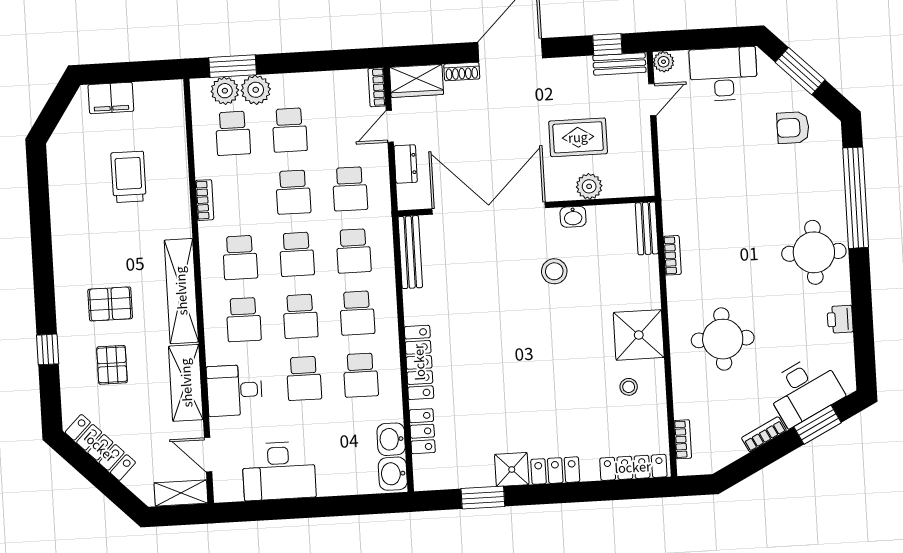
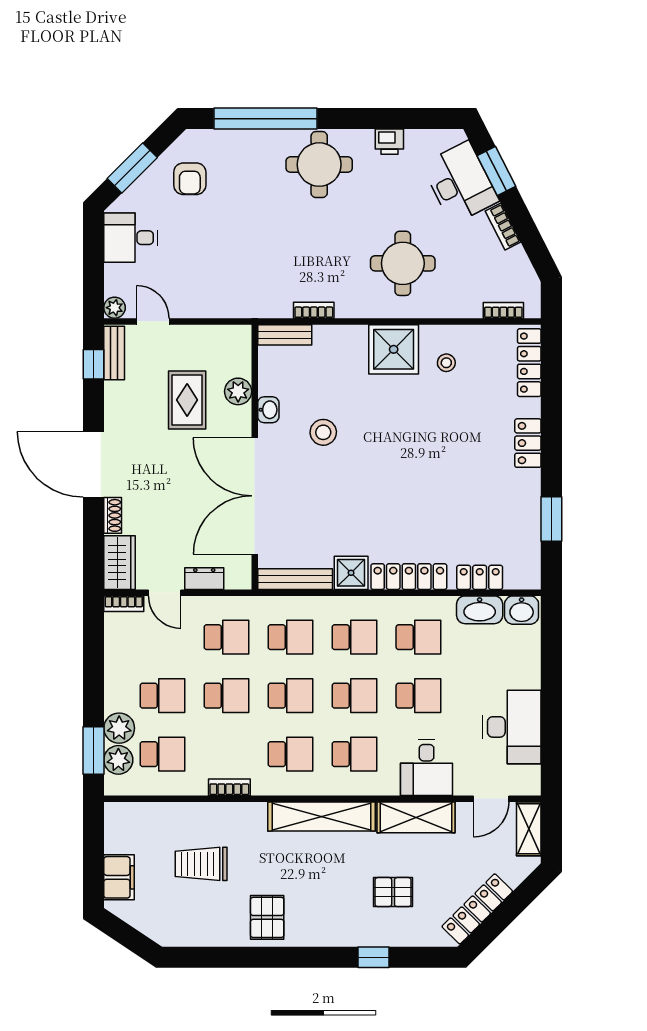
desk: (723, 74) -> (131, 238), width x0.73
pallet: (110, 304) -> (267, 917), moved
washbasin: (391, 439) -> (480, 610), width x1.38
shower: (512, 470) -> (351, 573), moved

